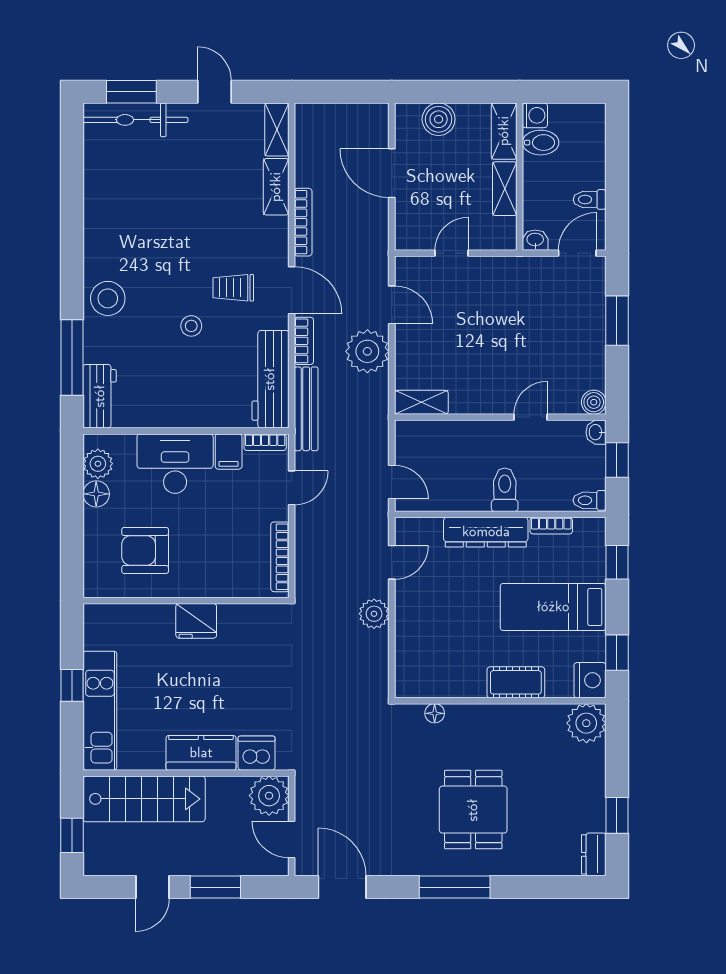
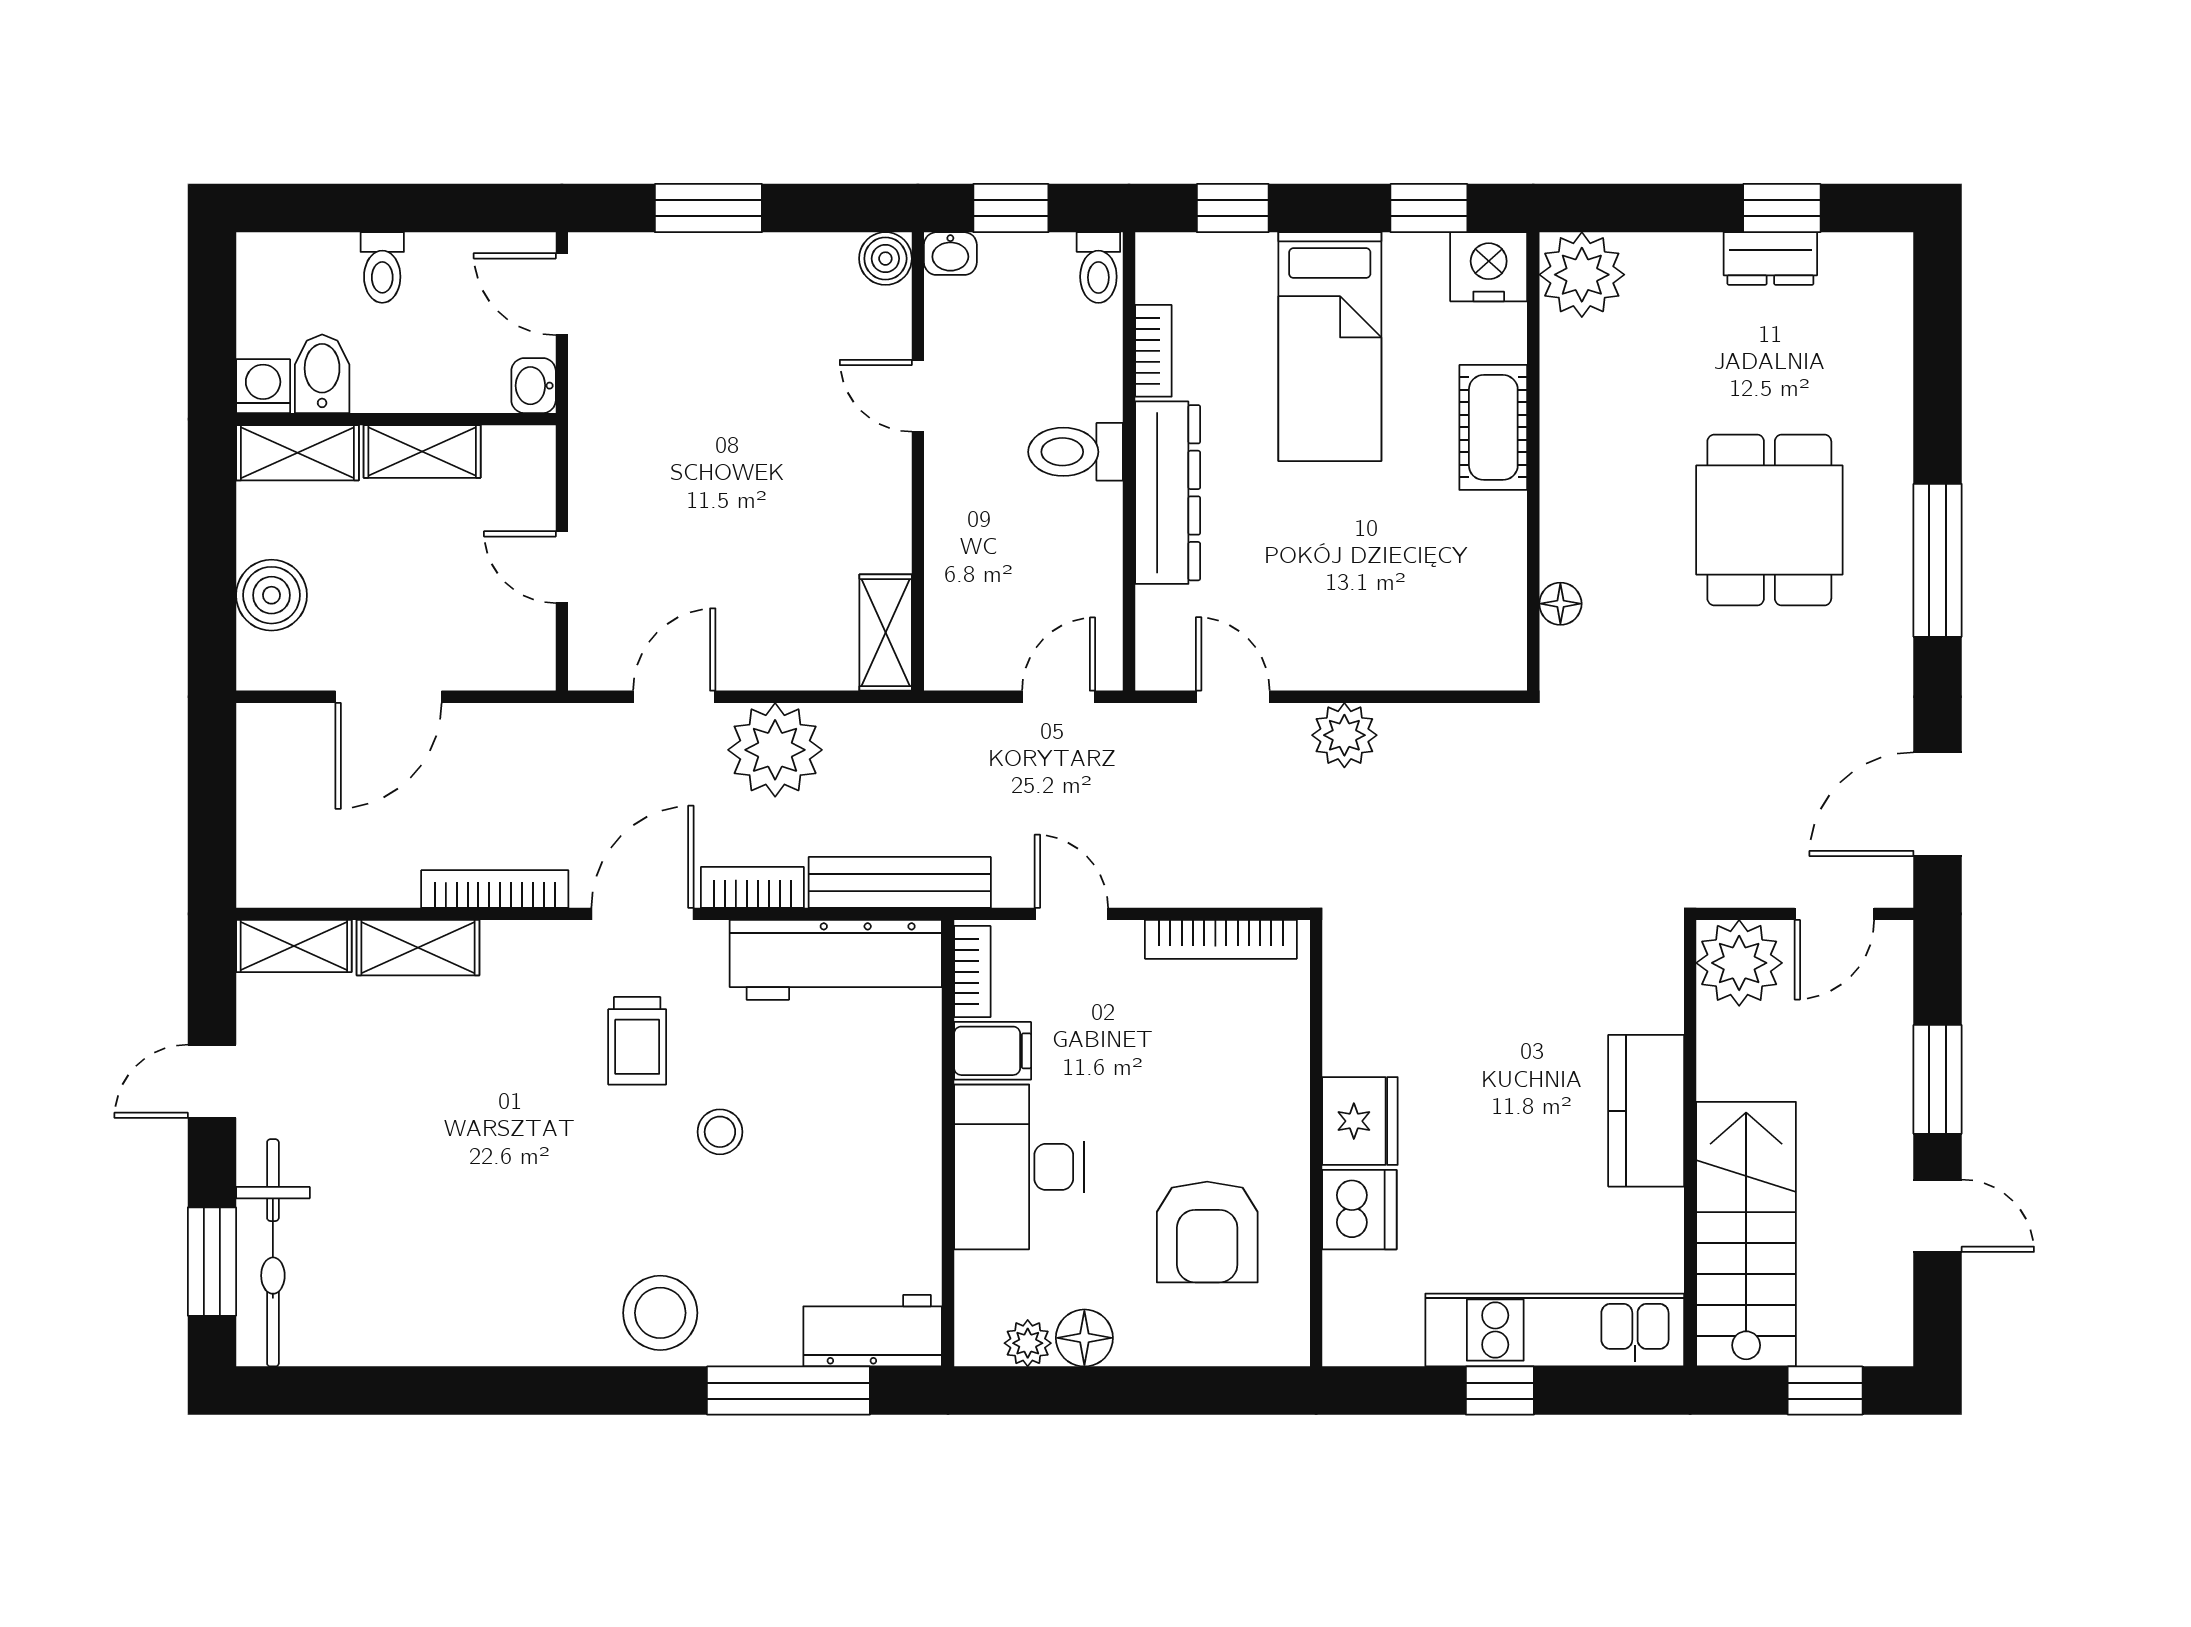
toilet: (590, 199) -> (382, 267), moved
plant: (98, 464) -> (1028, 1343), width x0.73, depth x0.73
dishwasher: (257, 753) -> (1359, 1210), moved, turned 180
dining table: (473, 810) -> (1769, 520), turned 90
dresser: (594, 854) -> (1770, 258), moved

